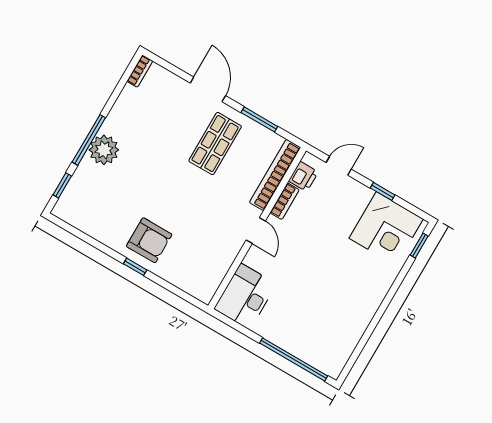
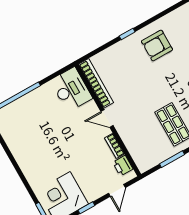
bookcase: (275, 175) -> (96, 83), moved
armchair: (149, 240) -> (157, 45), moved

